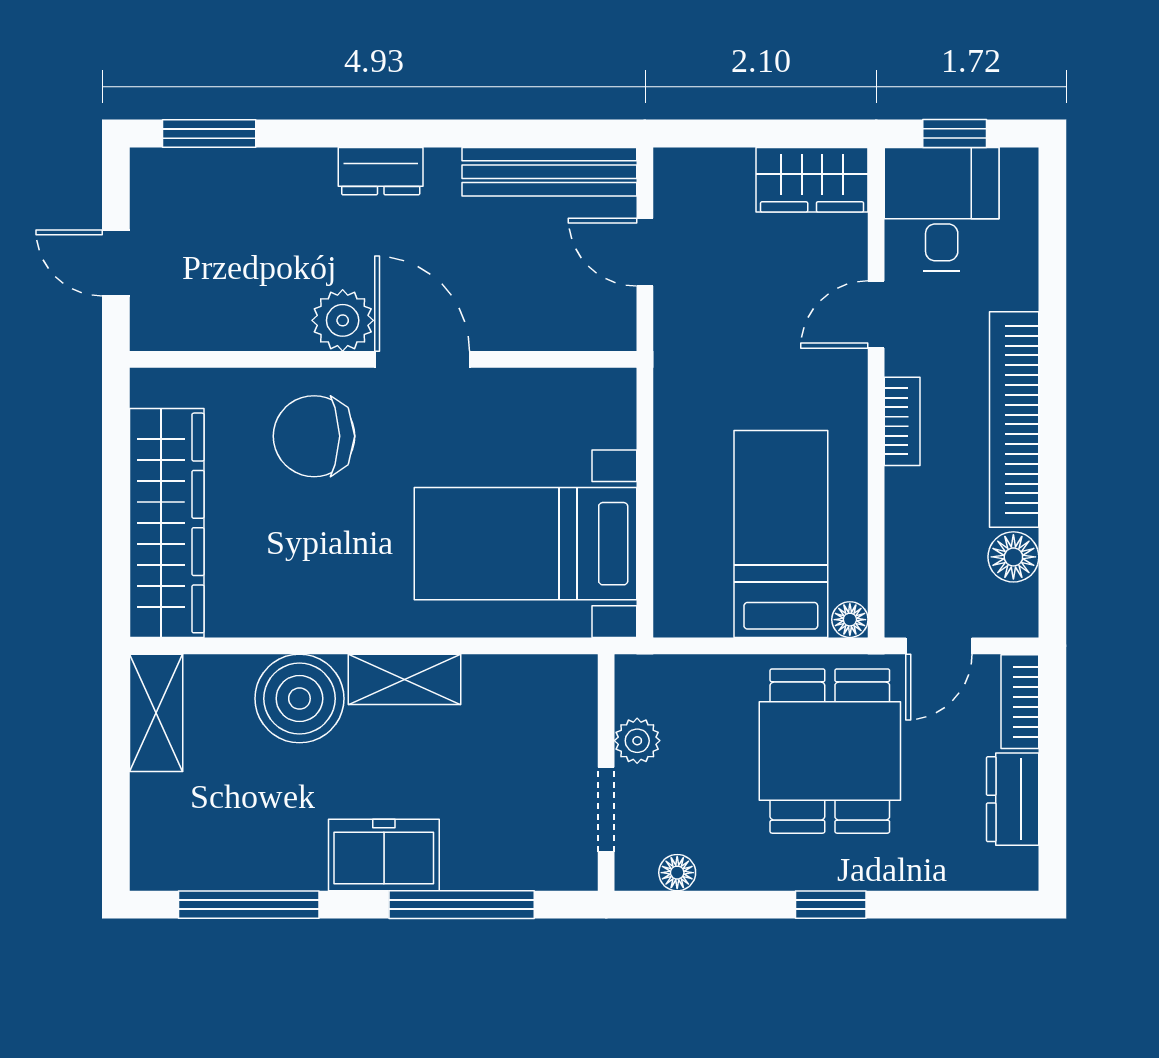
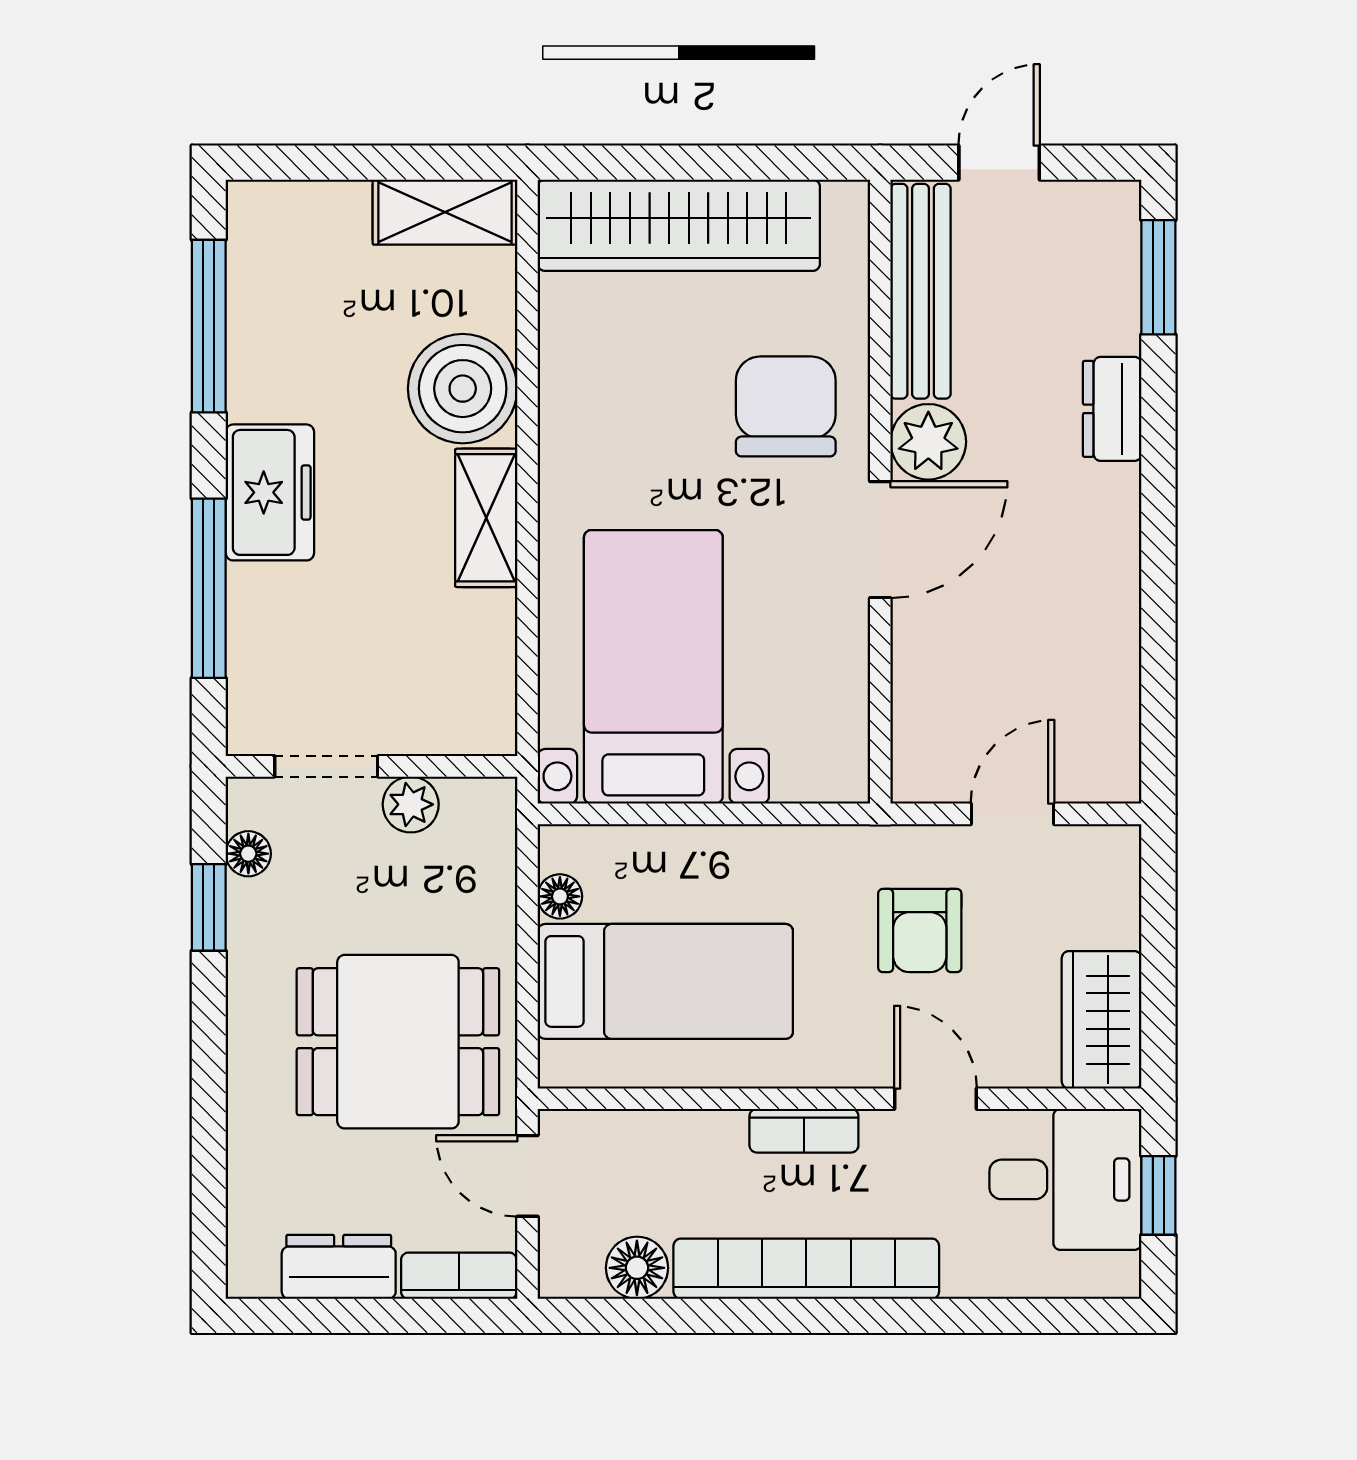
dresser: (381, 171) -> (1112, 409), moved
bench: (549, 172) -> (921, 291), moved
armchair: (740, 327) -> (920, 931), added
floor lamp: (850, 620) -> (560, 896), moved
window: (831, 905) -> (209, 907), moved

